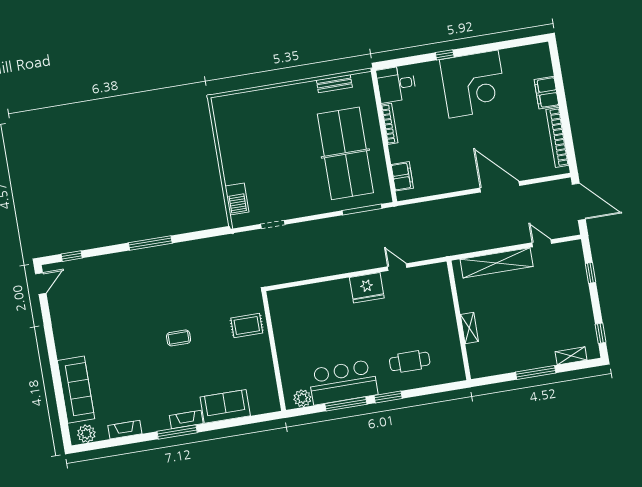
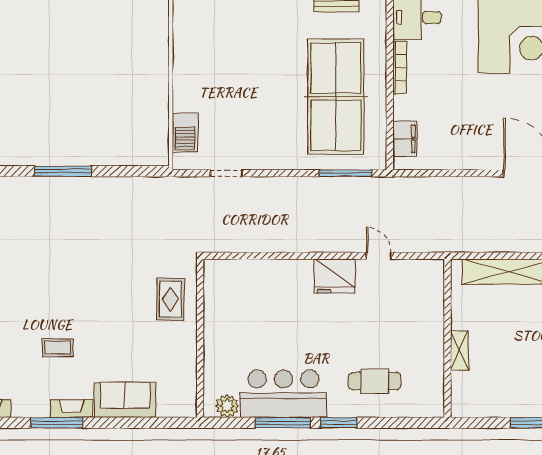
rug: (247, 325) -> (170, 299), turned 90
coffee table: (179, 338) -> (58, 348), moved

